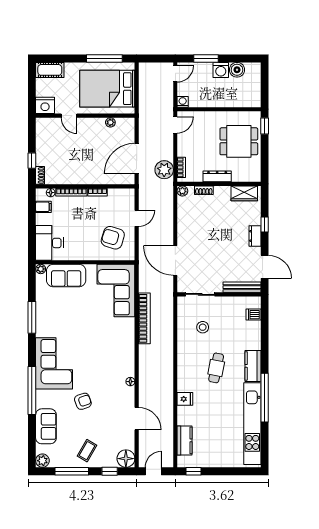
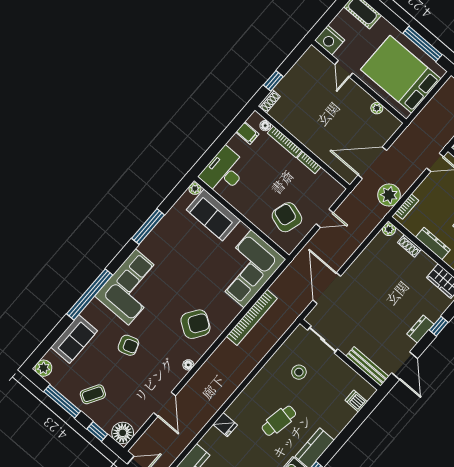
armchair: (113, 353) -> (195, 324), added

